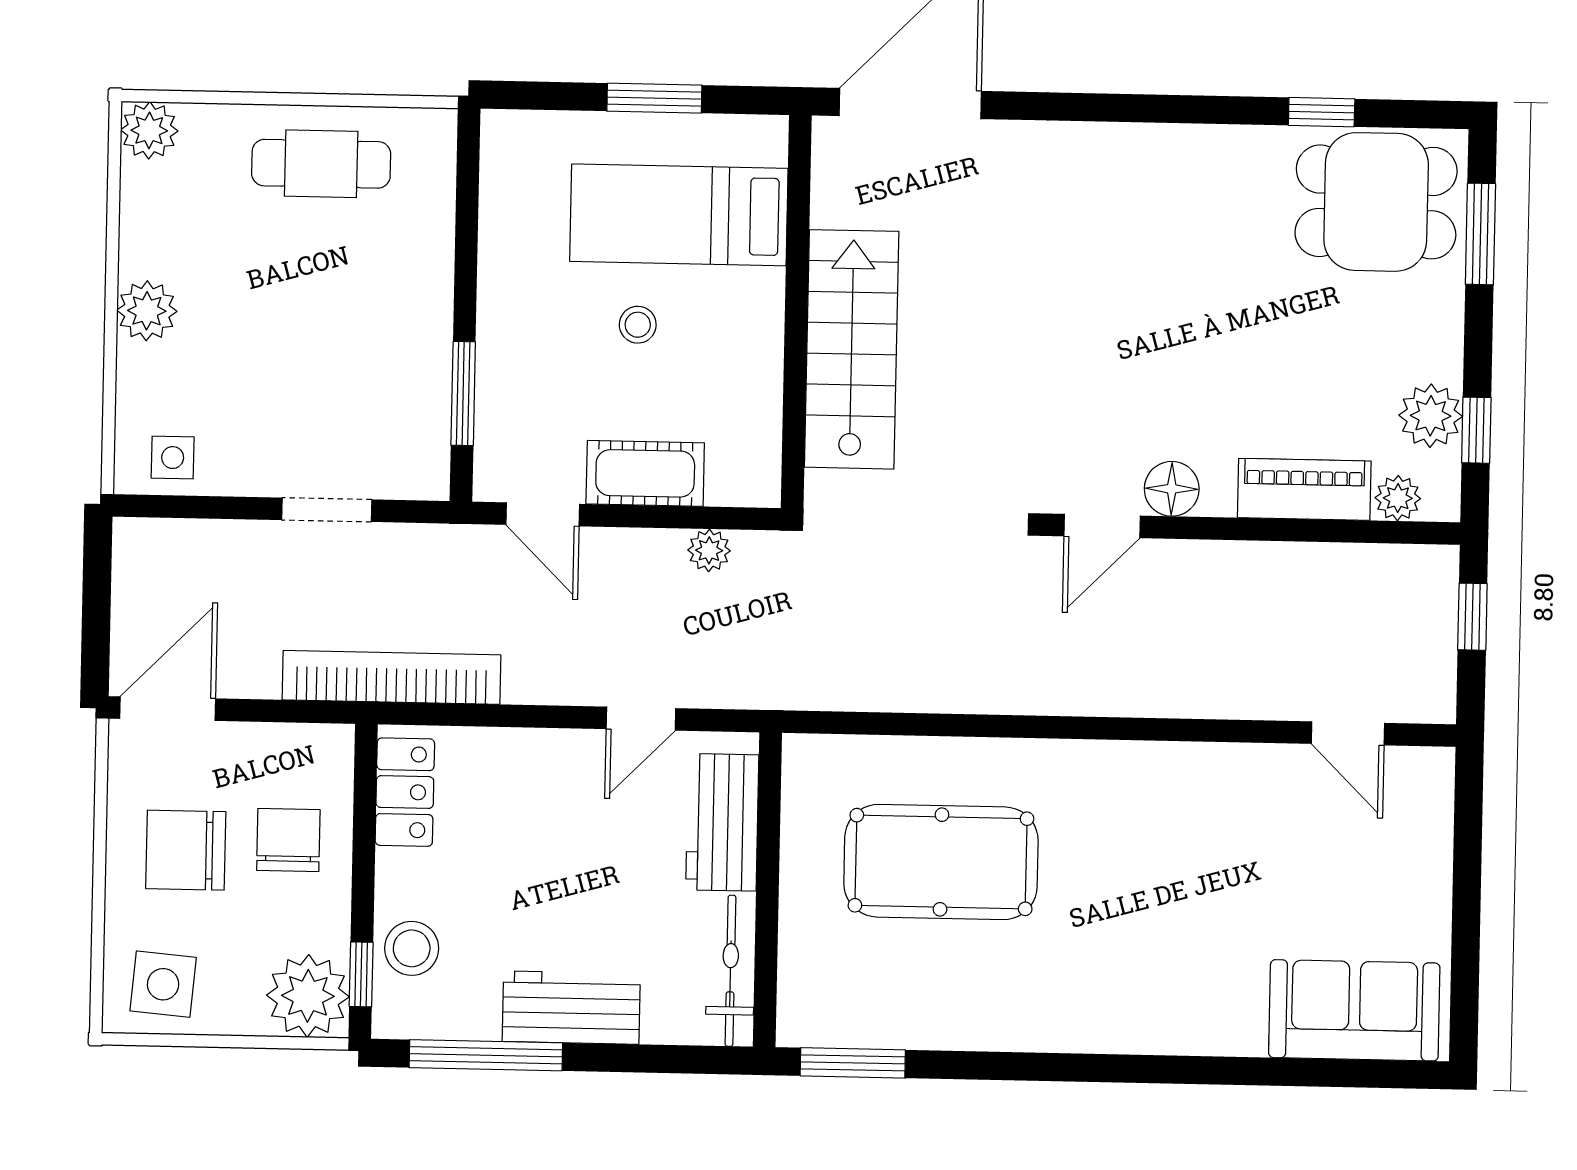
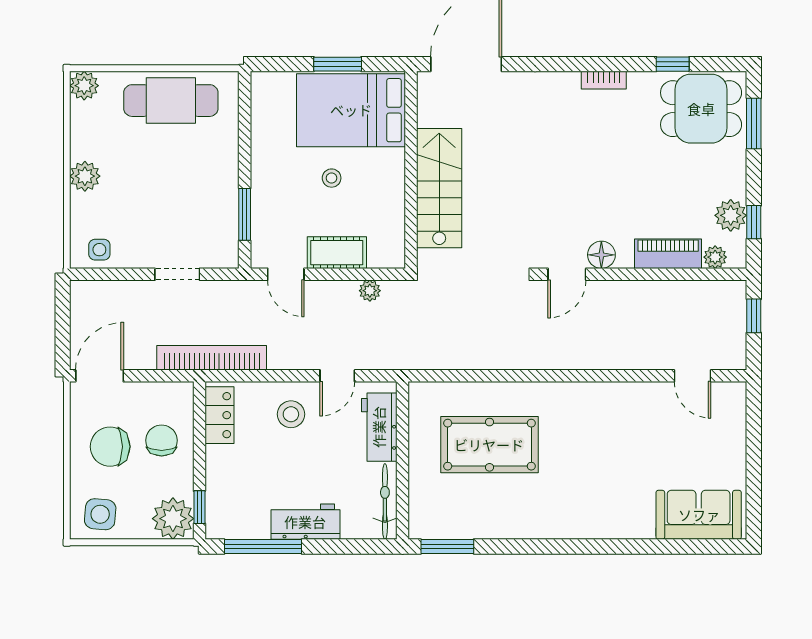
bookcase: (1184, 141) -> (604, 80), added
cafe table: (321, 164) -> (171, 101), width x1.37, depth x1.35
bed: (679, 215) -> (351, 110), width x1.50
stool: (412, 948) -> (291, 414), moved

